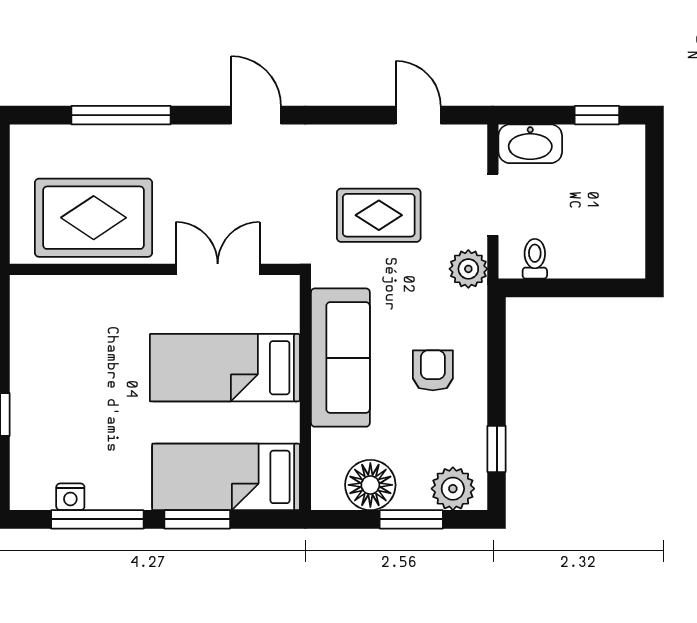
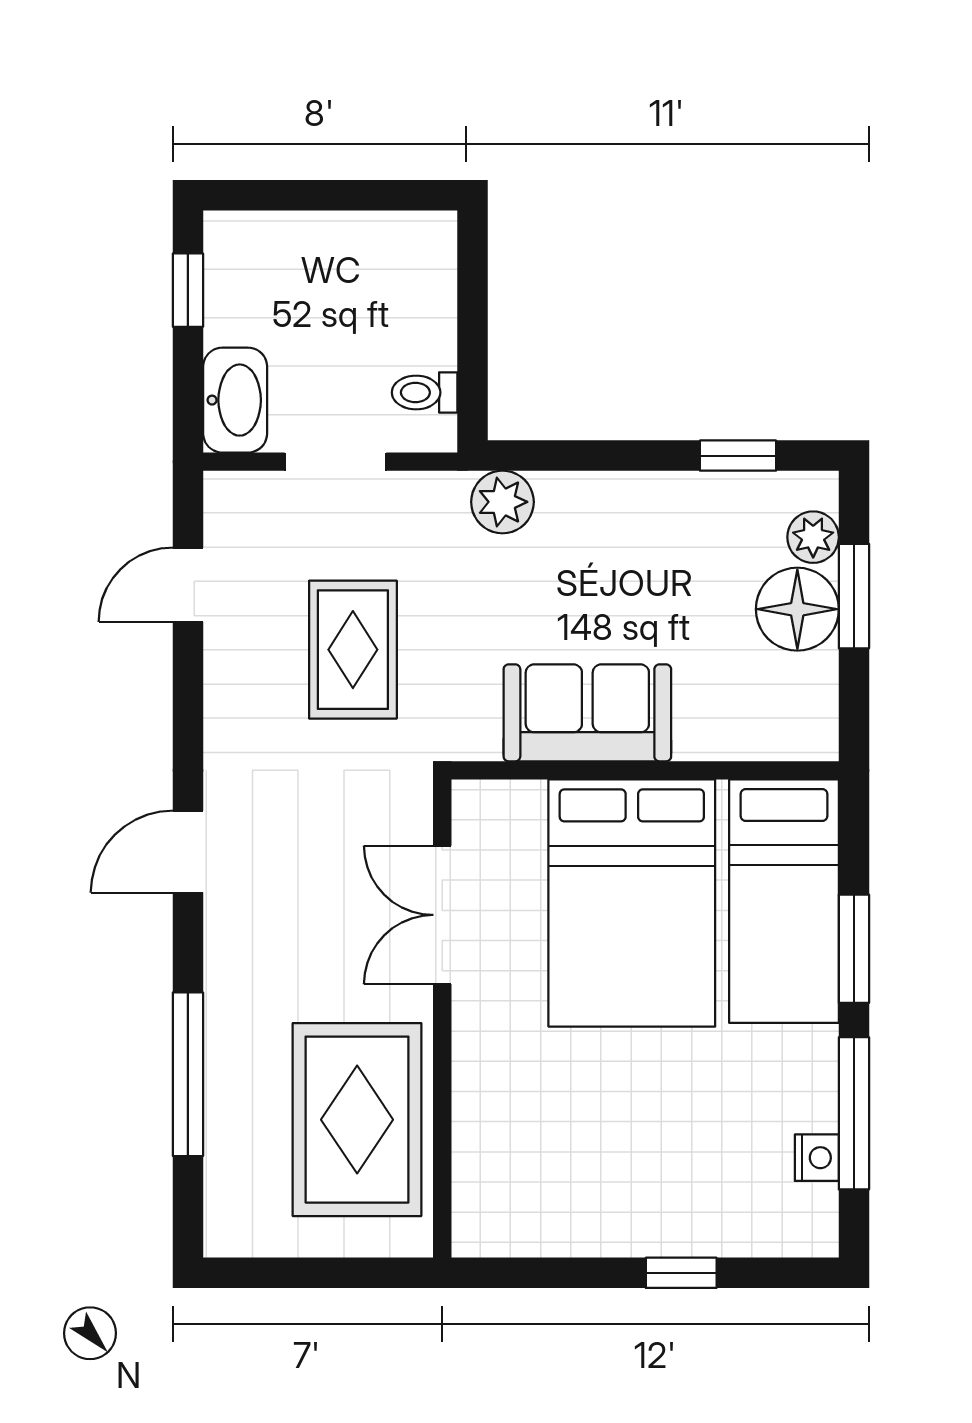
plant: (468, 269) -> (502, 502), moved
sofa: (340, 358) -> (587, 713), width x0.73
bed: (225, 368) -> (632, 903), width x1.50
armchair: (433, 370) -> (609, 560), removed
floor lamp: (370, 485) -> (797, 609), moved
plant: (453, 489) -> (813, 537), width x0.73, depth x0.73

